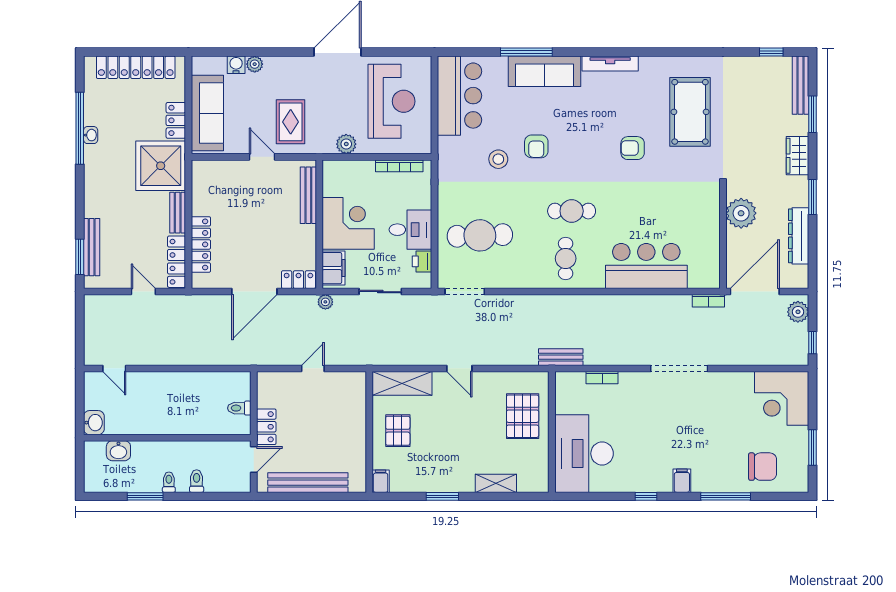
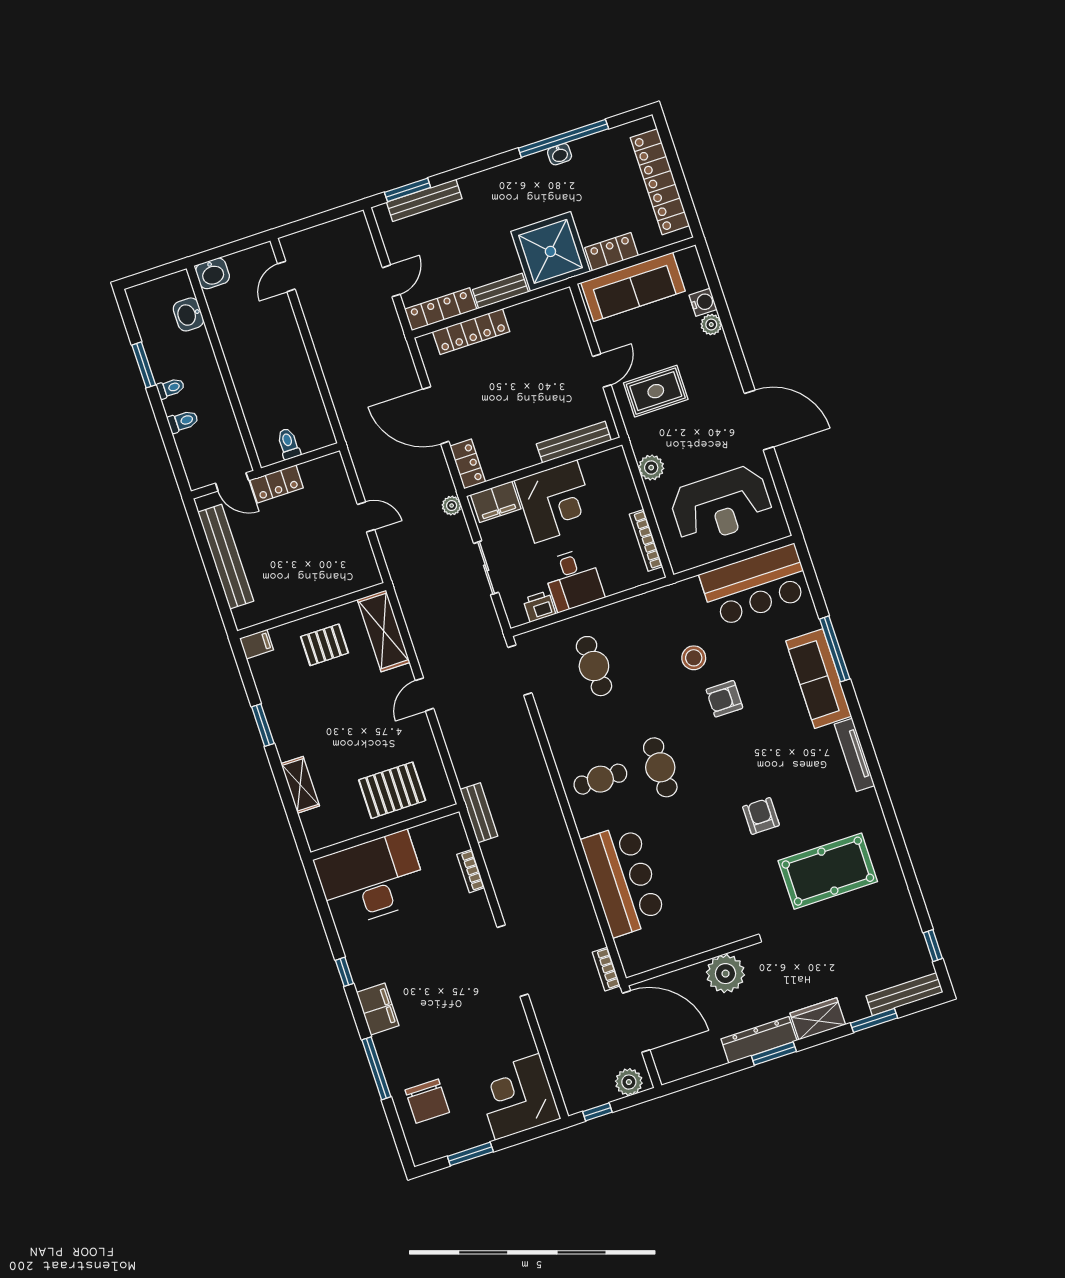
cafe table: (480, 235) -> (594, 666), width x0.73, depth x0.74
dresser: (799, 236) -> (759, 1040), moved
filing cabinet: (682, 481) -> (378, 1009), width x2.00

